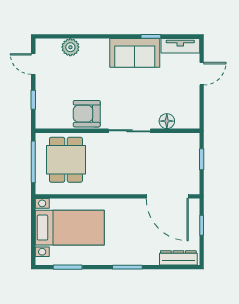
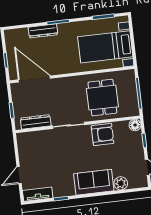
sofa: (135, 53) -> (94, 182), moved
floor lamp: (167, 121) -> (135, 125), moved
dresser: (172, 140) -> (36, 122), added
dining table: (66, 160) -> (102, 98), moved
dresser: (178, 258) -> (43, 31), moved

